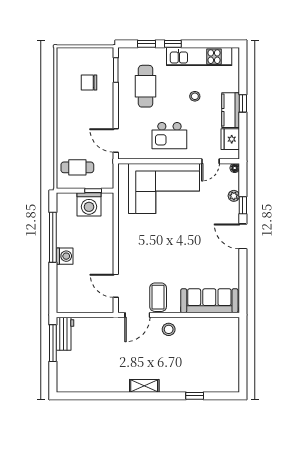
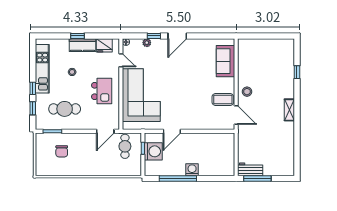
cafe table: (77, 167) -> (125, 146), moved
door: (116, 286) -> (172, 131), moved
sofa: (209, 301) -> (226, 61), width x0.73

